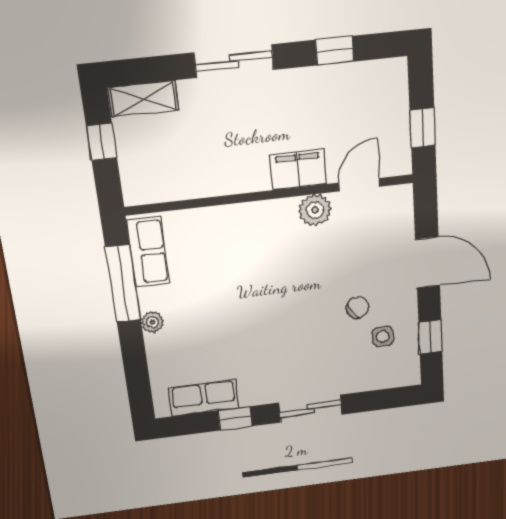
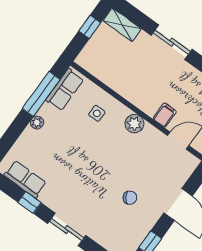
filing cabinet: (298, 170) -> (165, 115), width x0.50
plant: (315, 210) -> (134, 124), moved
side table: (383, 336) -> (97, 113), moved

